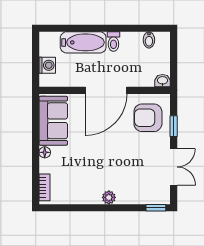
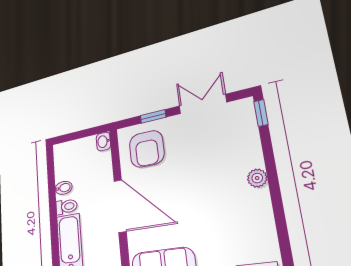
bidet: (149, 40) -> (64, 188), moved

